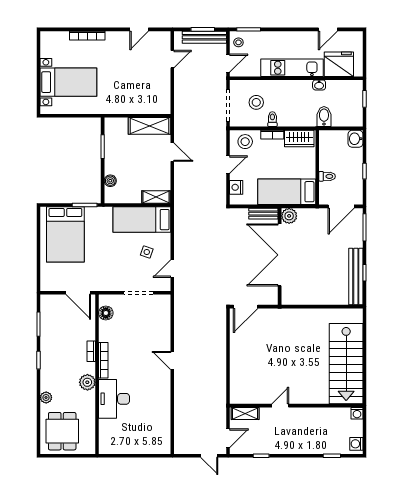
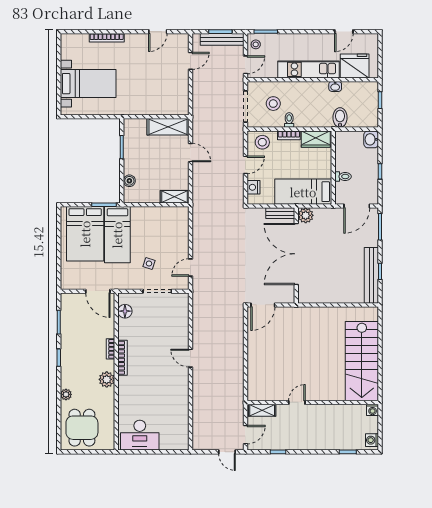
bed: (142, 220) -> (117, 235), moved, turned -90
side table: (147, 252) -> (149, 264), moved
desk: (114, 399) -> (140, 435), moved, turned -90

